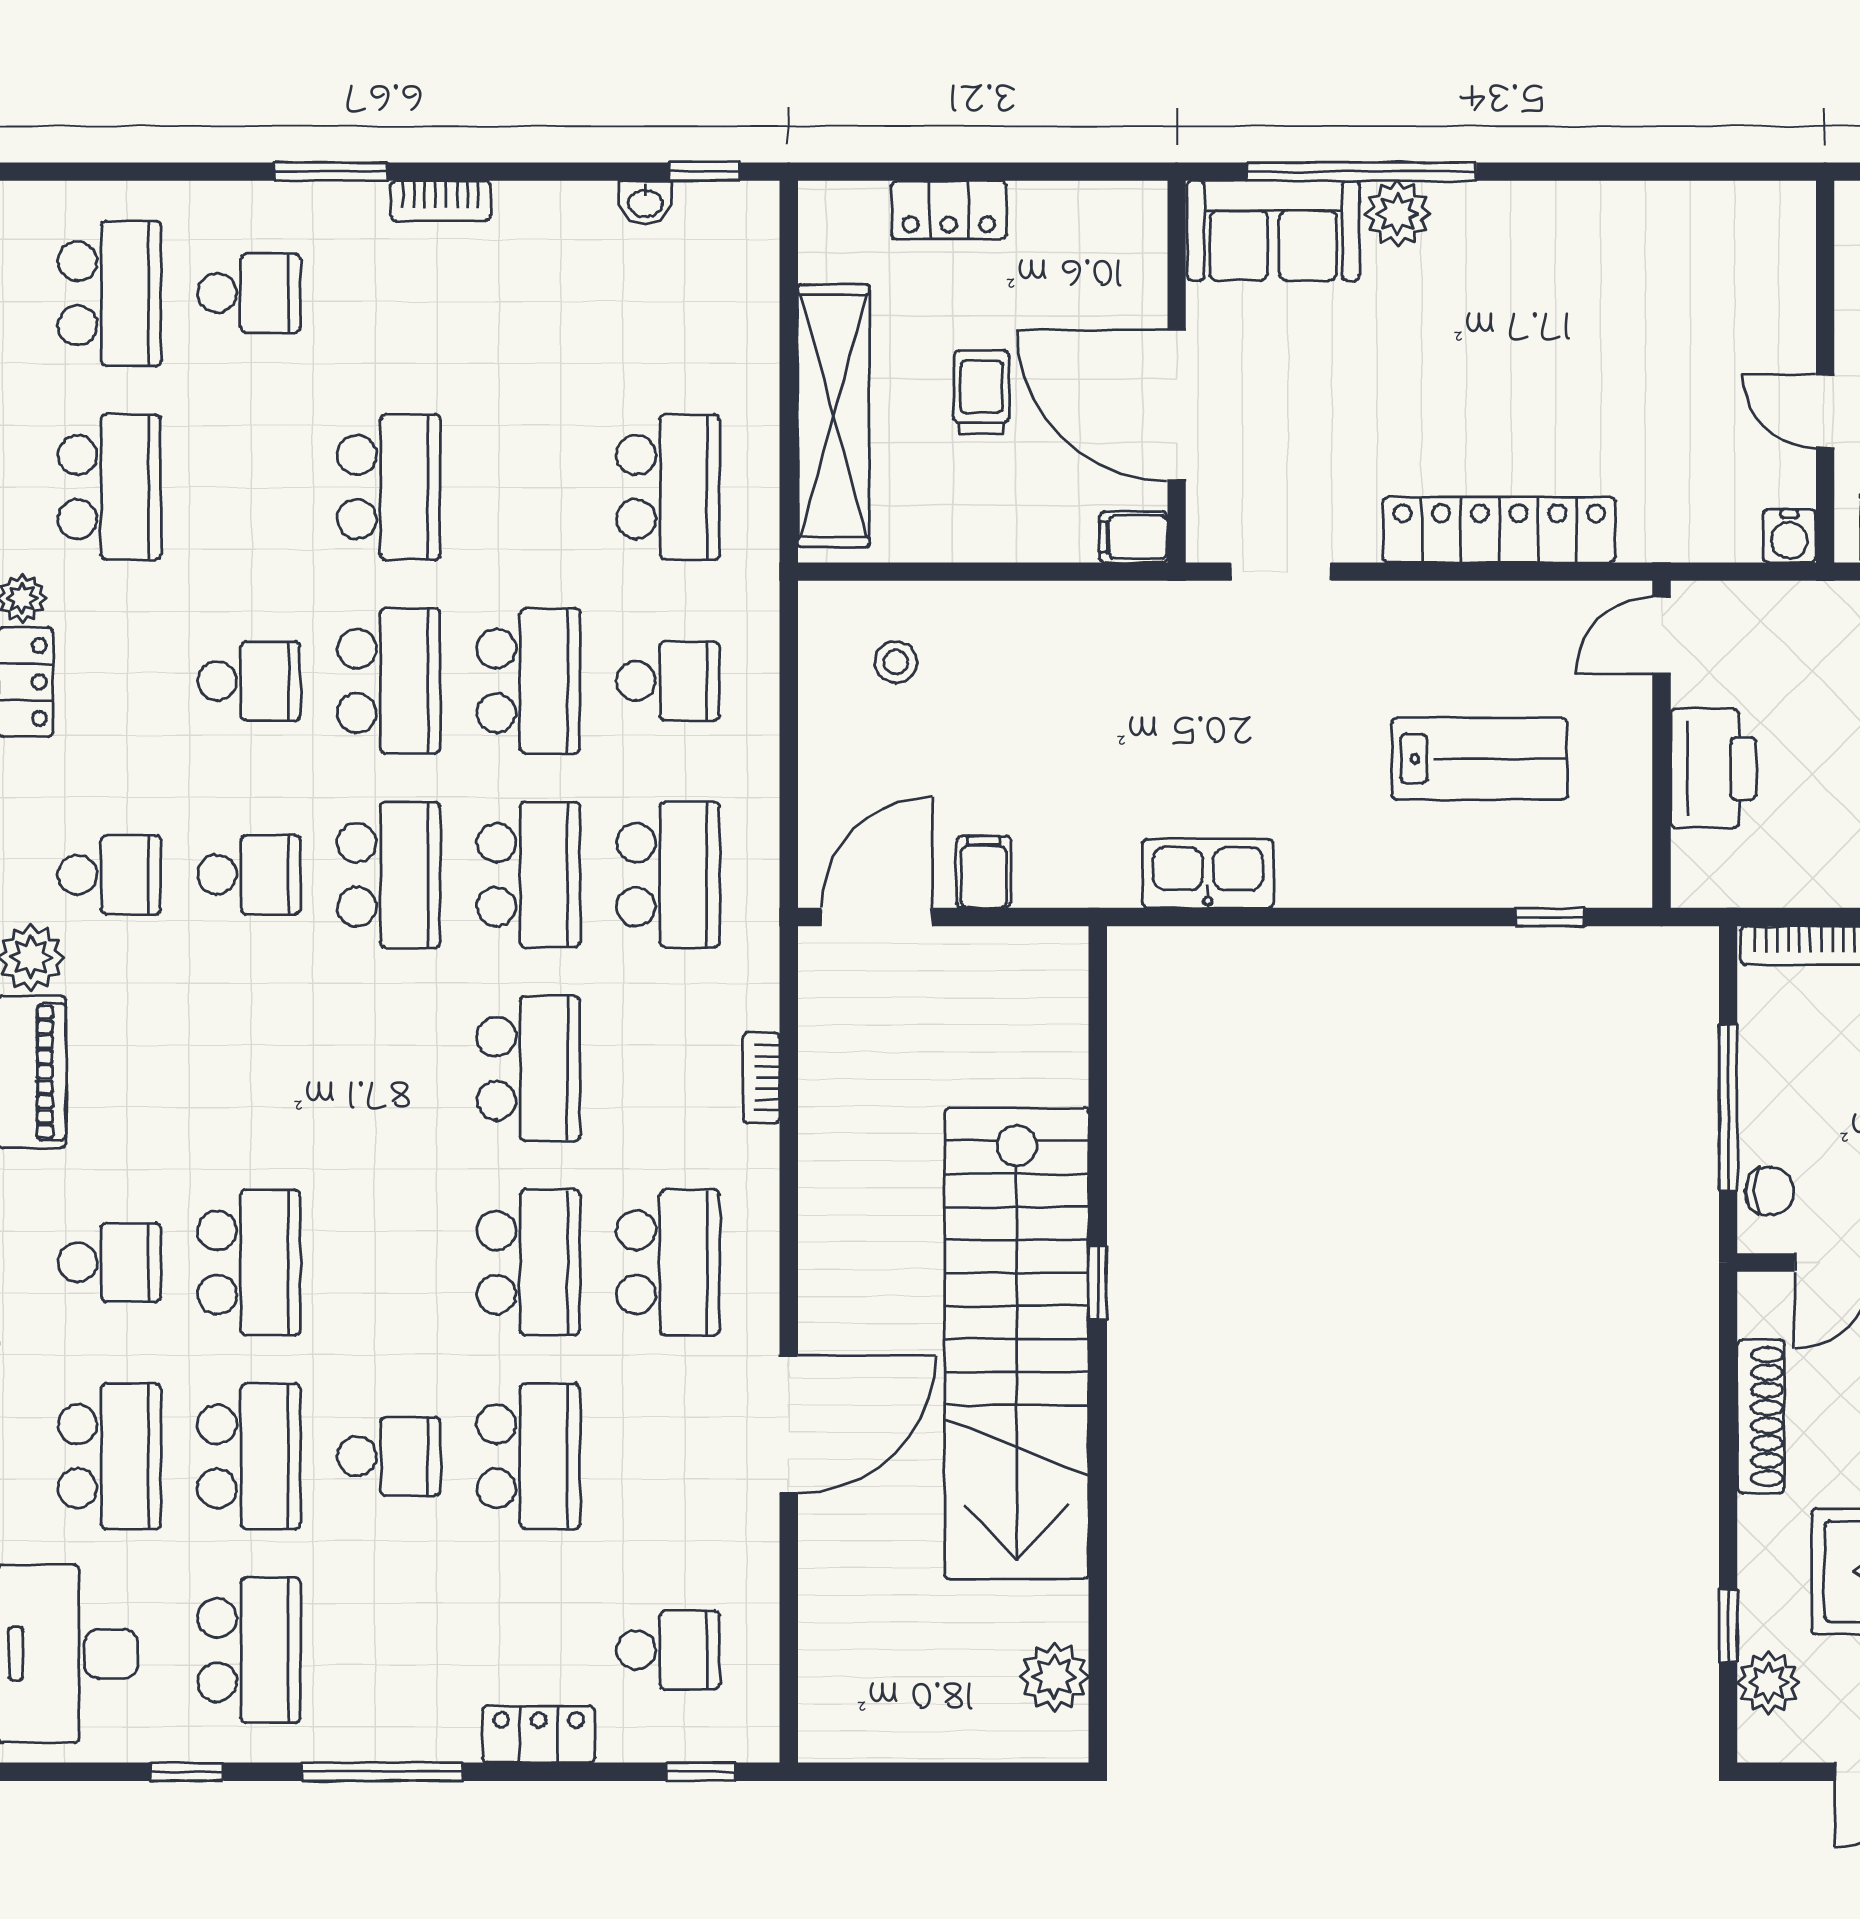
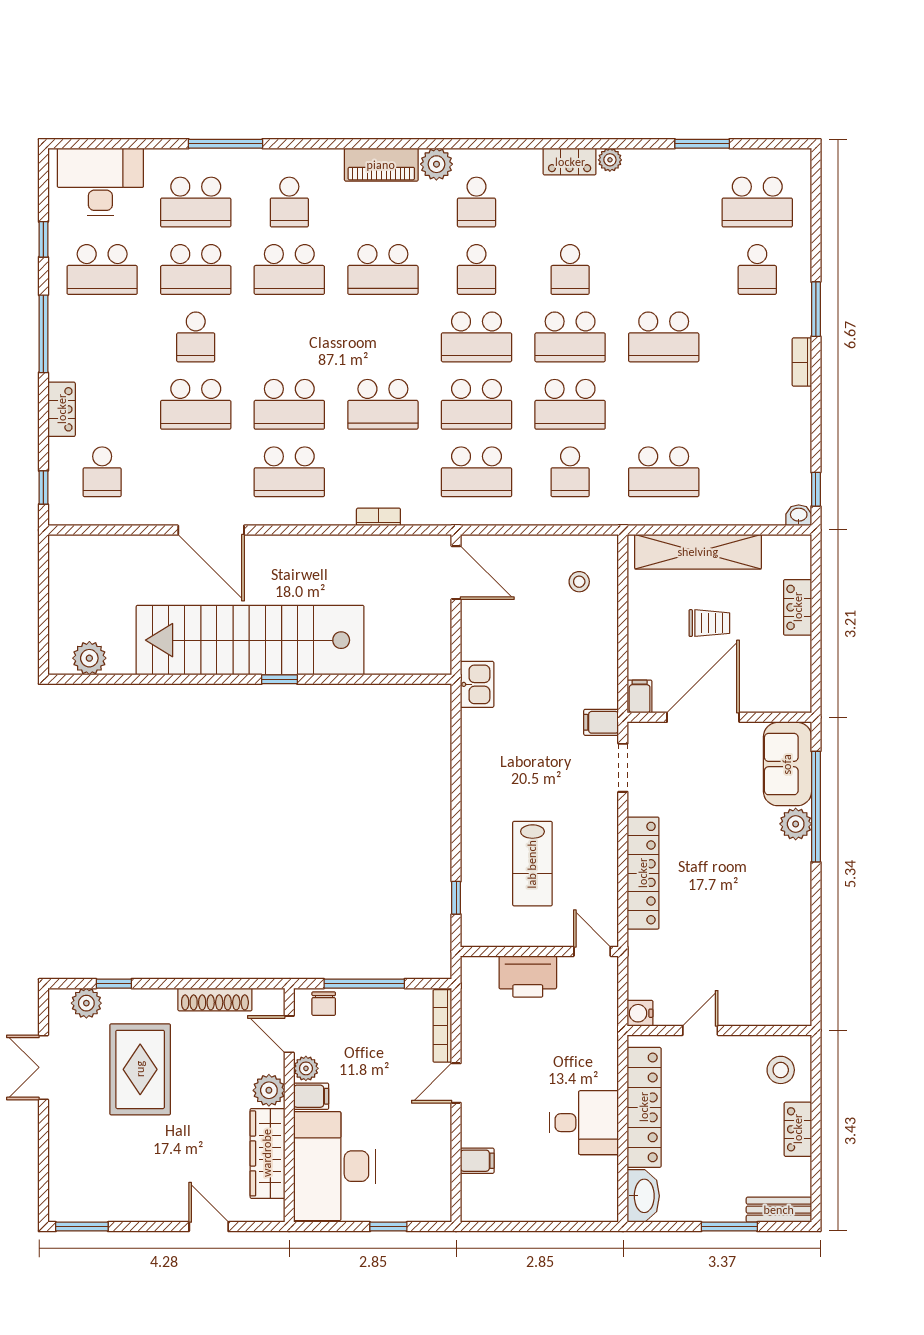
washbasin: (645, 202) -> (799, 515), moved, turned 90
school desk: (109, 487) -> (383, 269), moved
filing cabinet: (984, 872) -> (601, 722), moved, turned 180
kitchen sink: (1208, 873) -> (477, 684), moved, width x0.73

